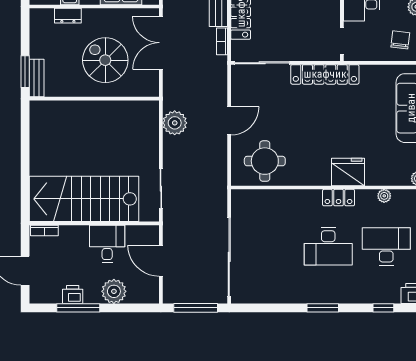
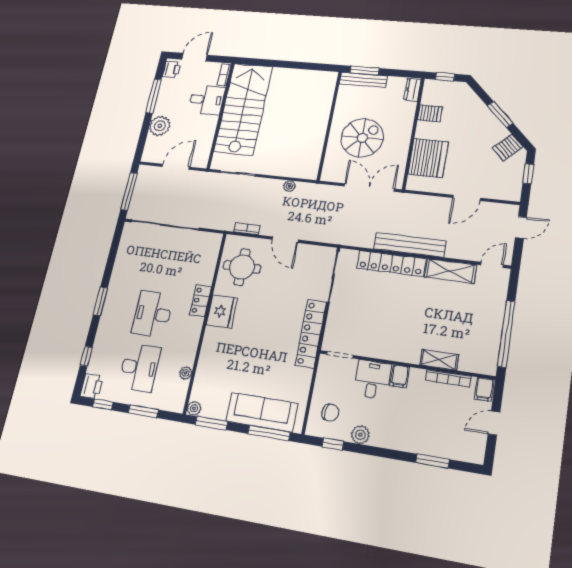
dresser: (68, 16) -> (413, 90), moved
bookcase: (222, 41) -> (247, 229), moved
bench: (37, 78) -> (363, 80), width x1.36
plant: (175, 123) -> (289, 186), width x0.53, depth x0.53
fridge: (348, 172) -> (222, 311), moved
locker: (339, 198) -> (200, 301), moved
desk: (107, 244) -> (207, 100), moved
printer: (73, 294) -> (172, 69), moved

